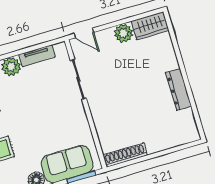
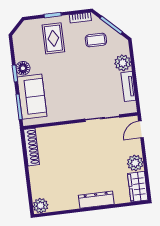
dresser: (178, 89) -> (96, 200), moved
plant: (190, 133) -> (41, 206), added

